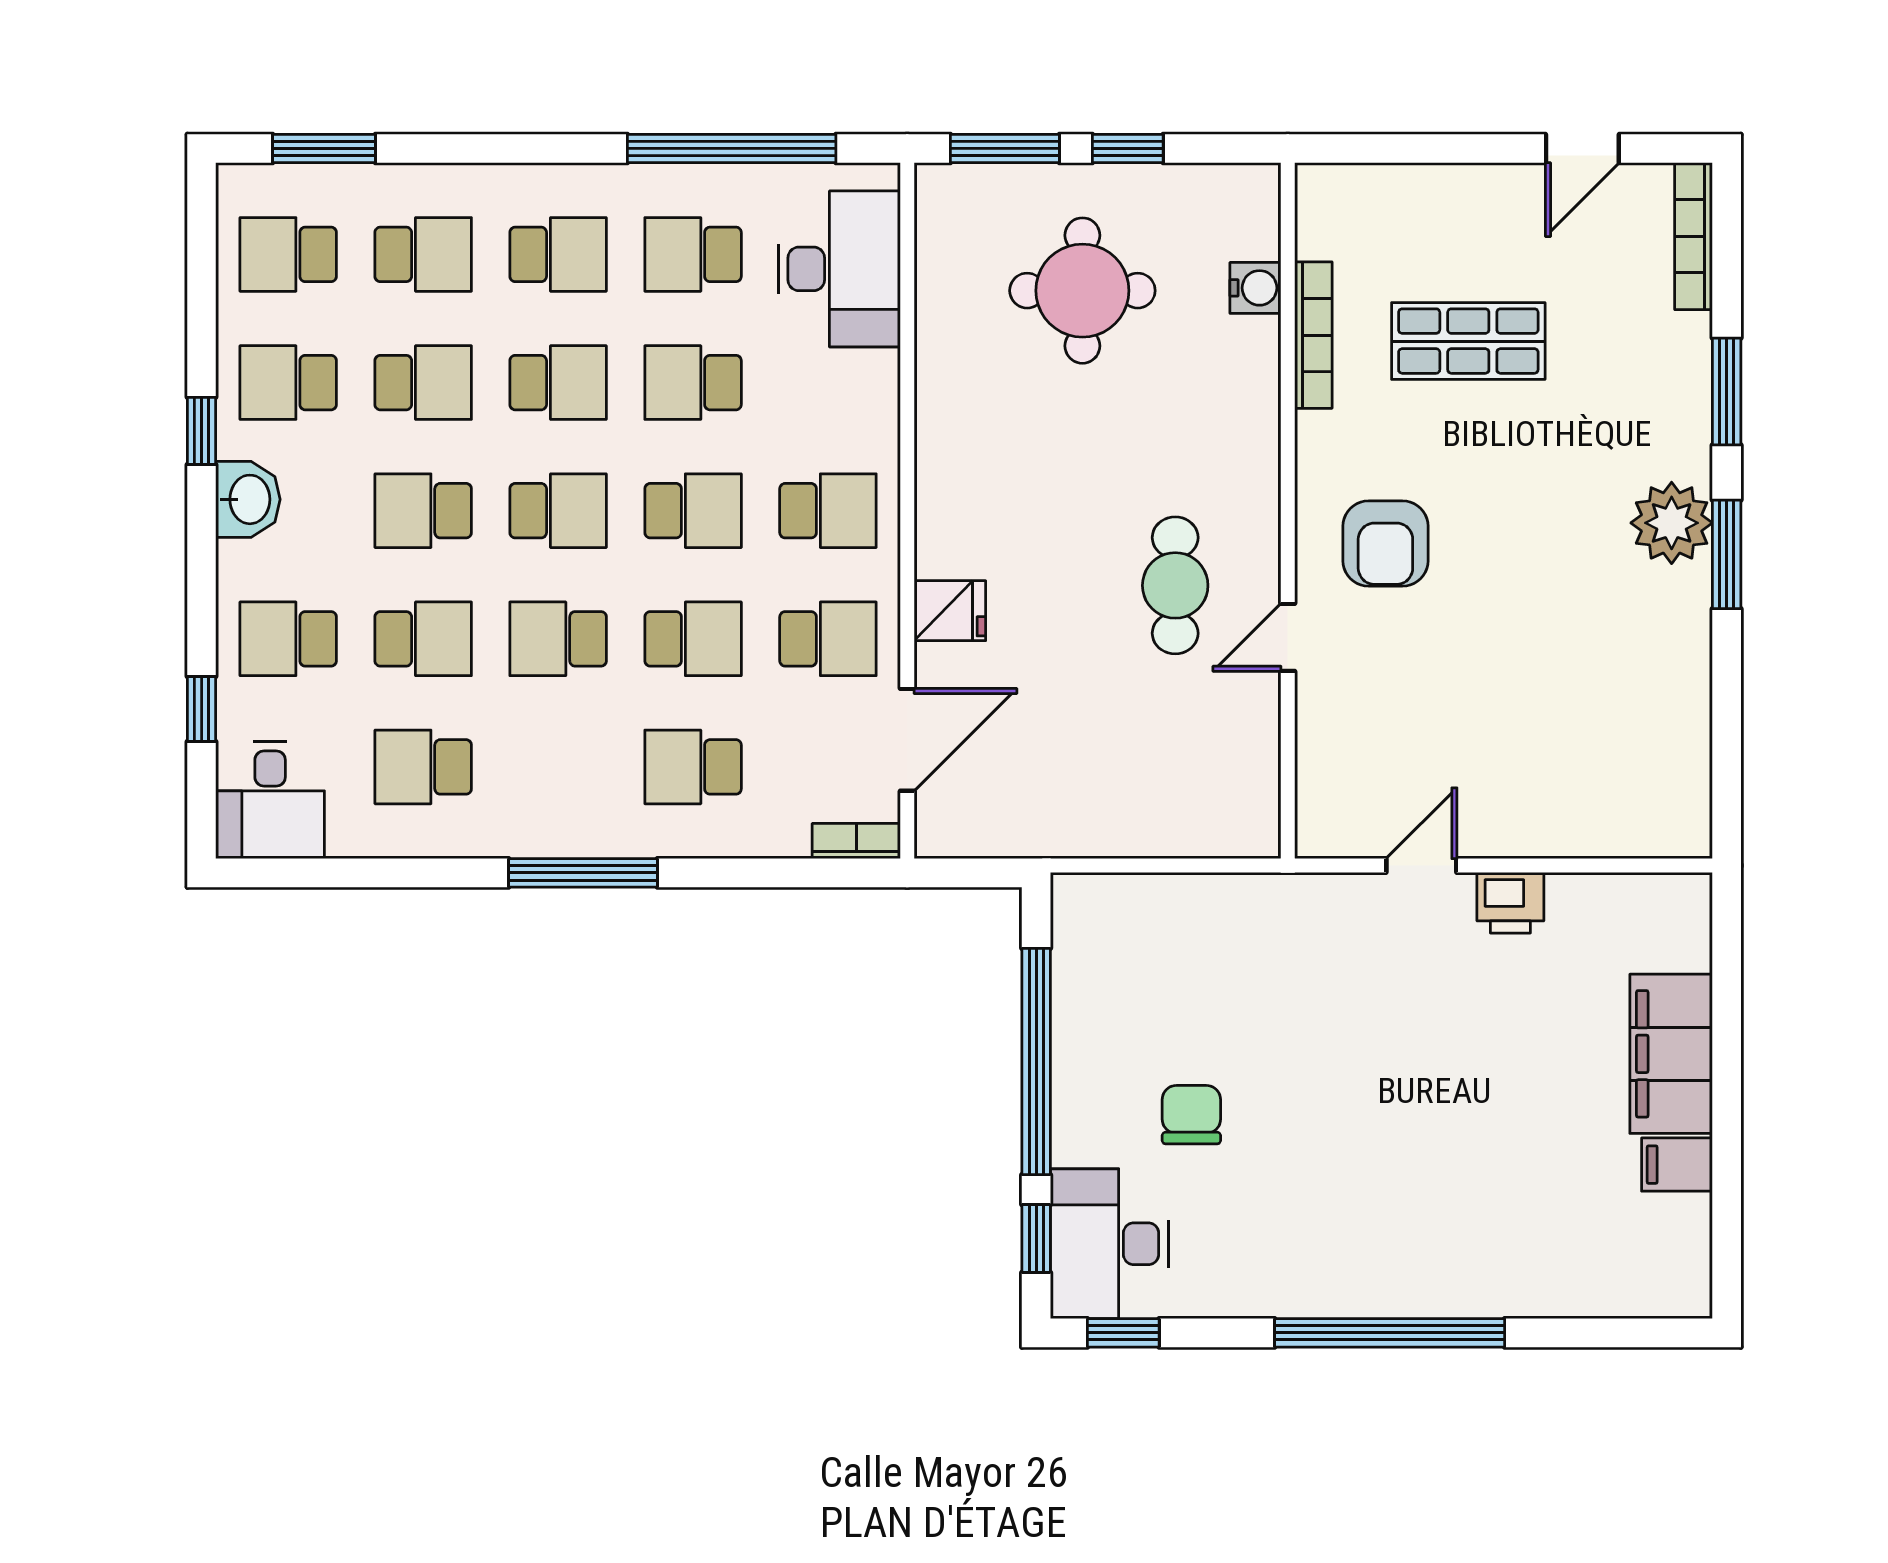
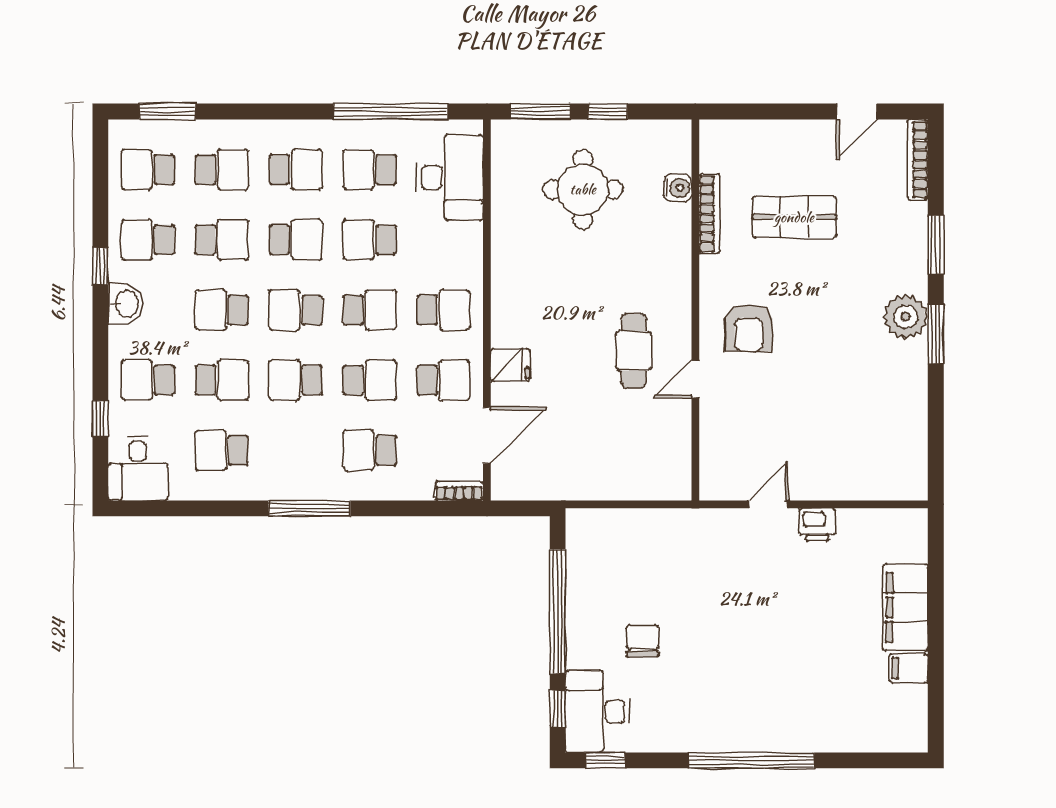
school desk: (558, 511) -> (296, 310), turned 180

